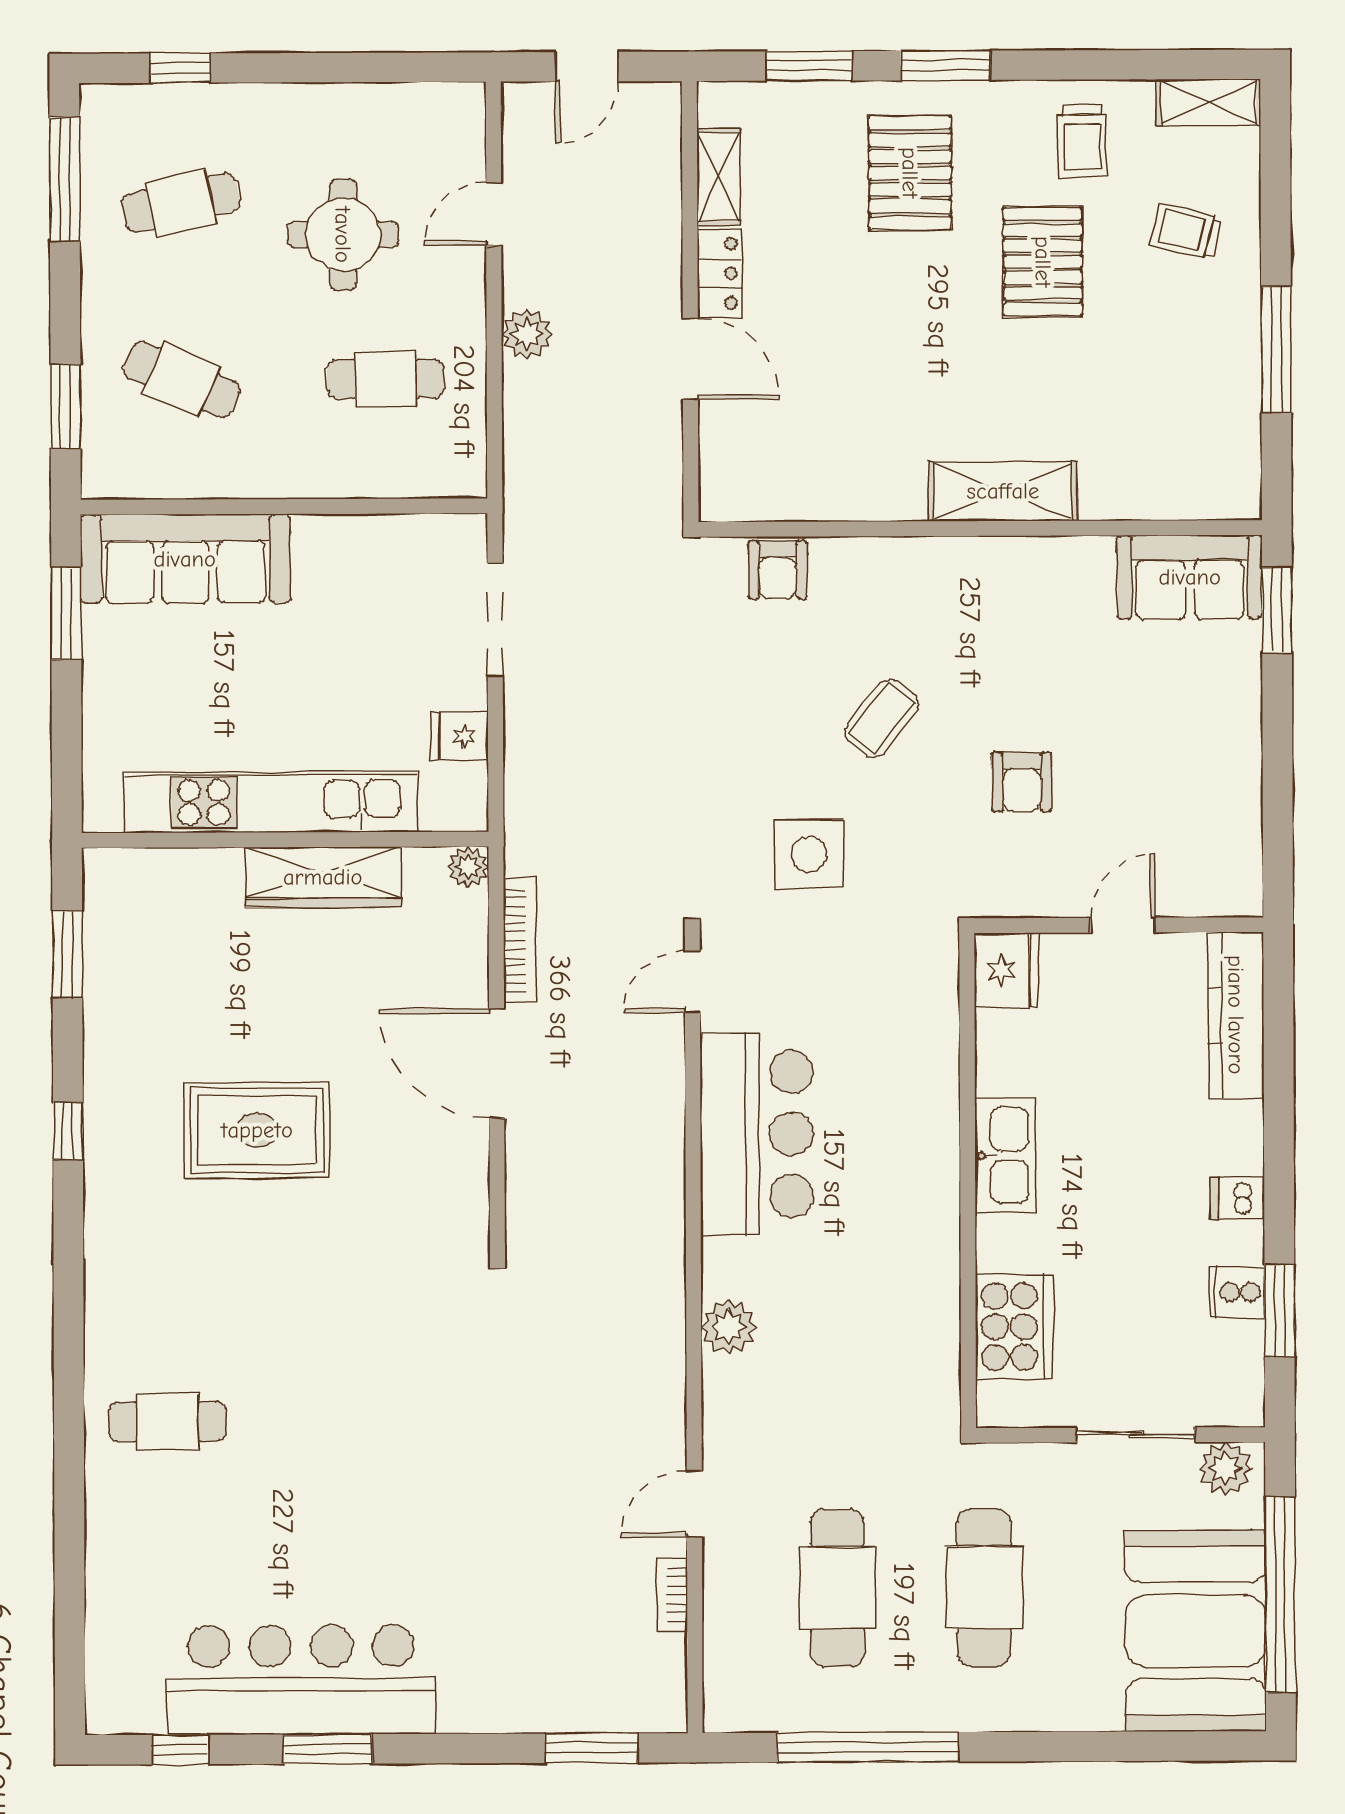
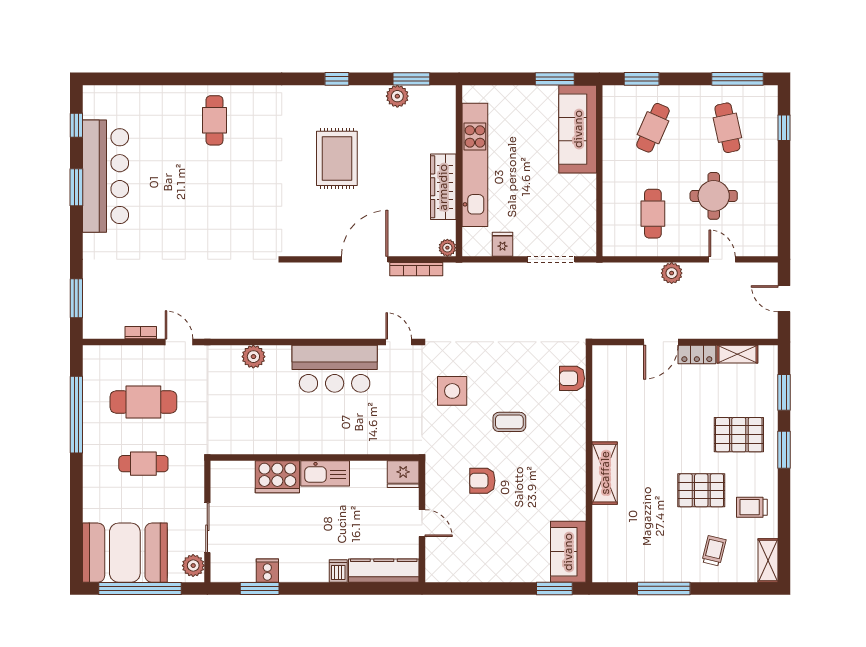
coffee table: (882, 718) -> (509, 422), turned -39
plant: (109, 987) -> (397, 96), added
dishwasher: (1237, 1198) -> (338, 571), moved
cooker: (1014, 1327) -> (277, 477), moved
cafe table: (984, 1587) -> (143, 464), width x0.73, depth x0.74

